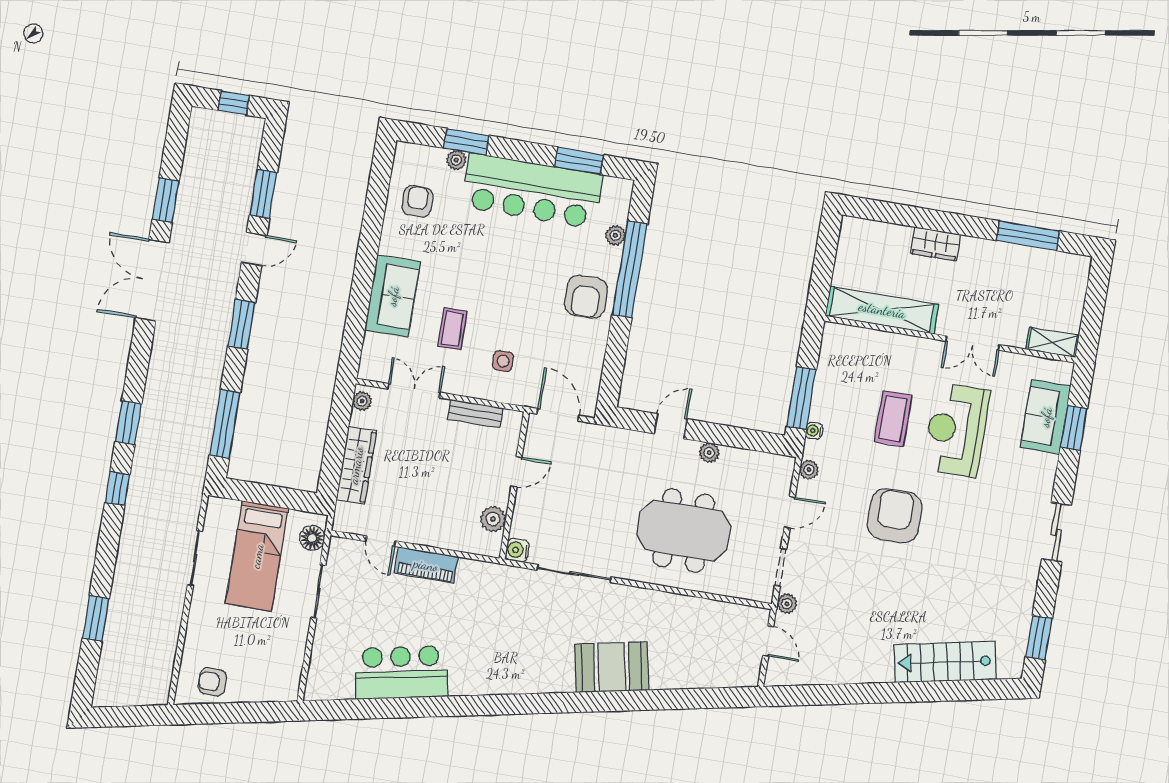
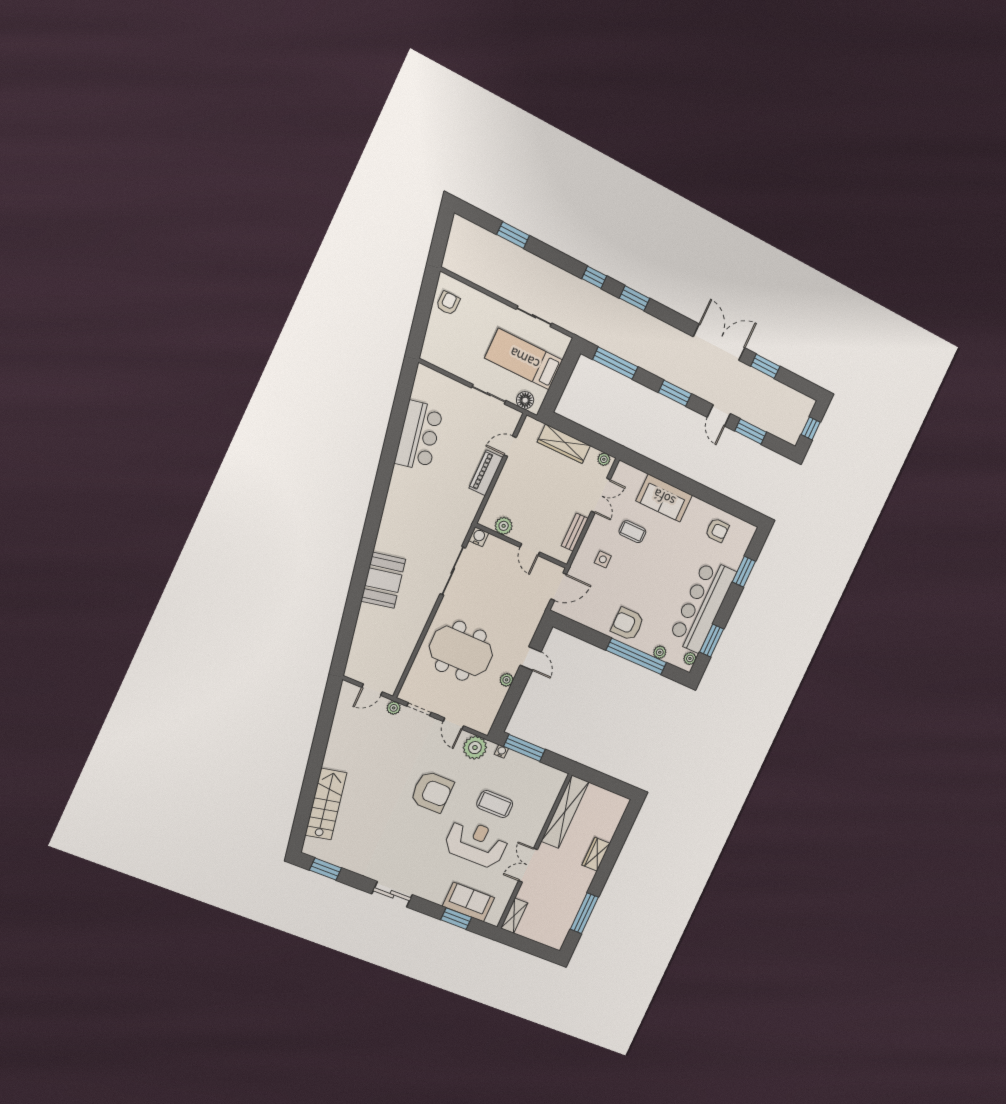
plant: (456, 160) -> (690, 658), moved
plant: (809, 470) -> (475, 748), width x1.88, depth x1.88
meeting table: (684, 530) -> (461, 651), turned 90

